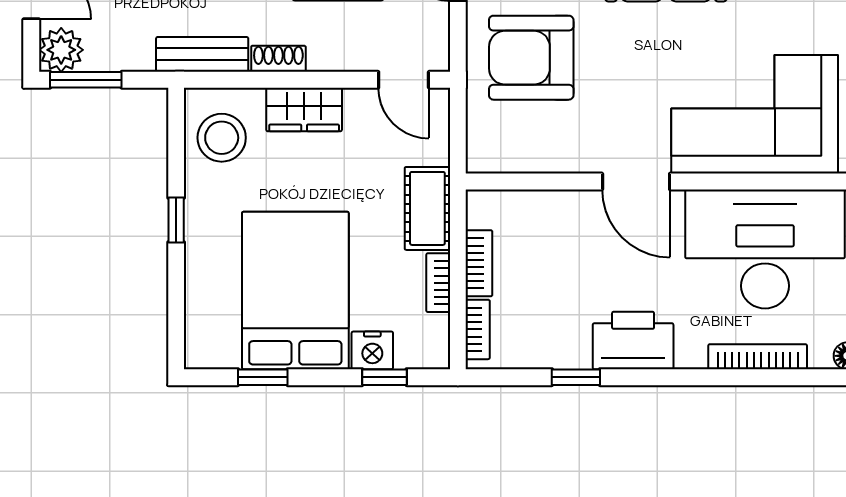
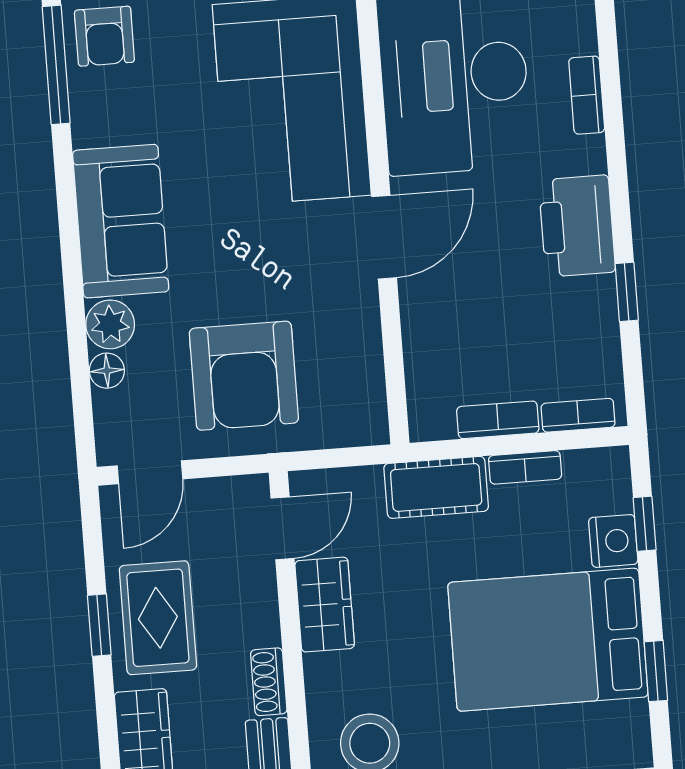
wardrobe: (304, 109) -> (325, 605), moved
bookcase: (758, 357) -> (587, 95), width x0.64

